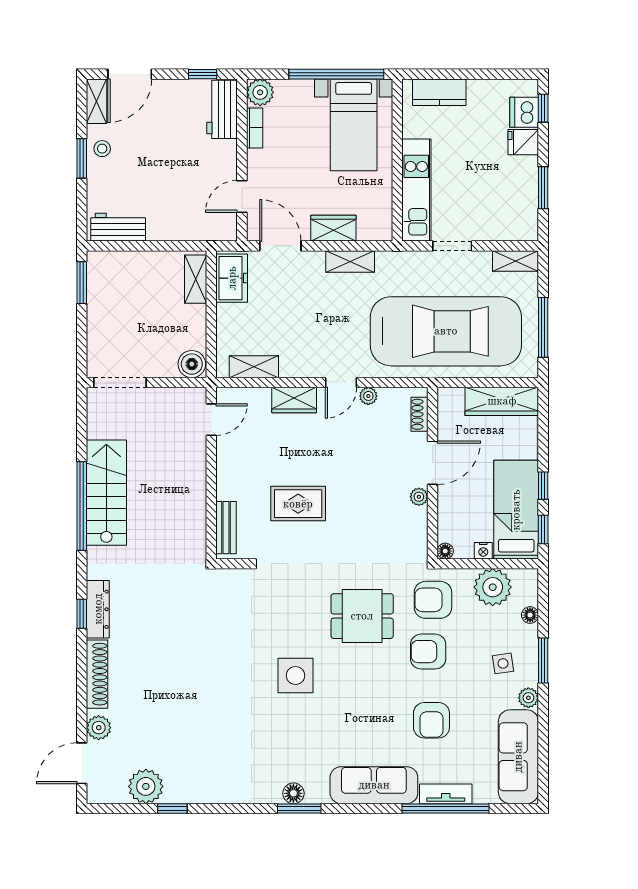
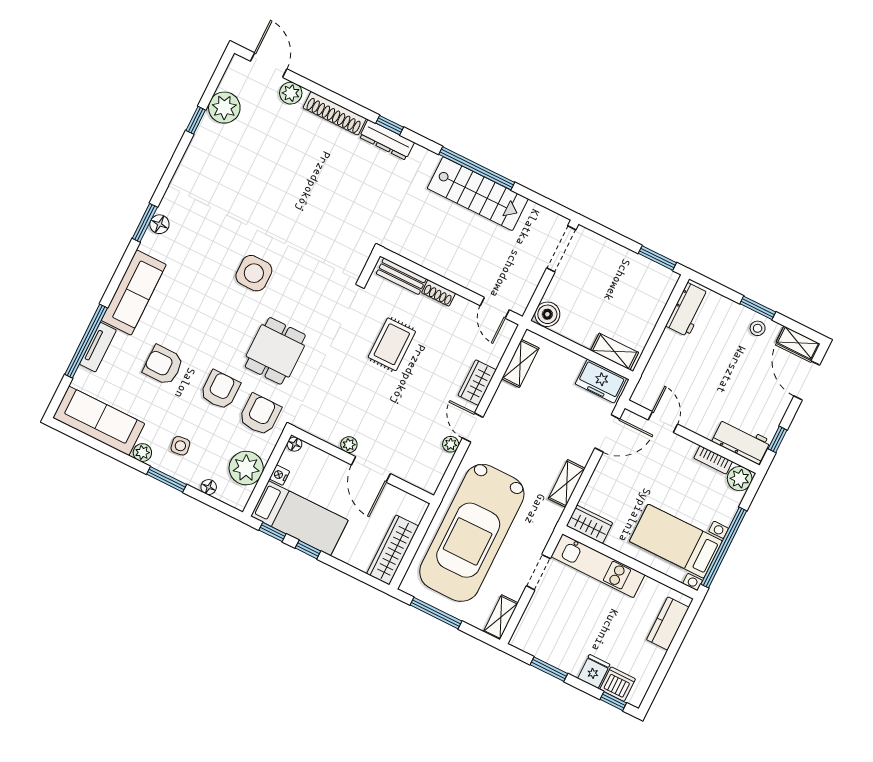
wardrobe: (333, 228) -> (589, 524), moved, turned -90
shoe rack: (420, 414) -> (439, 293), moved, turned 180

